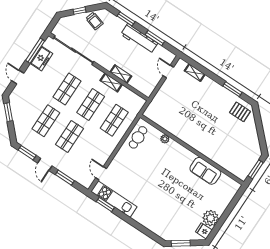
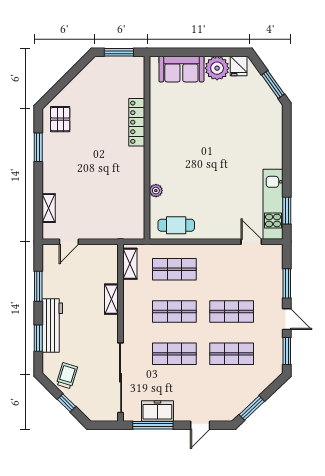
workbench: (139, 39) -> (52, 325), moved
shelving: (111, 83) -> (130, 264), moved
locker: (210, 153) -> (137, 122), added
door: (45, 164) -> (287, 319), hinge flipped
sofa: (205, 171) -> (181, 69), moved, turned 90
door: (101, 173) -> (251, 242), swing flipped

